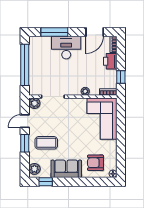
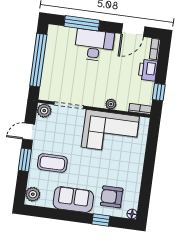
corner sofa: (102, 119) -> (110, 132), moved, turned -90
window: (46, 182) -> (101, 220), moved

